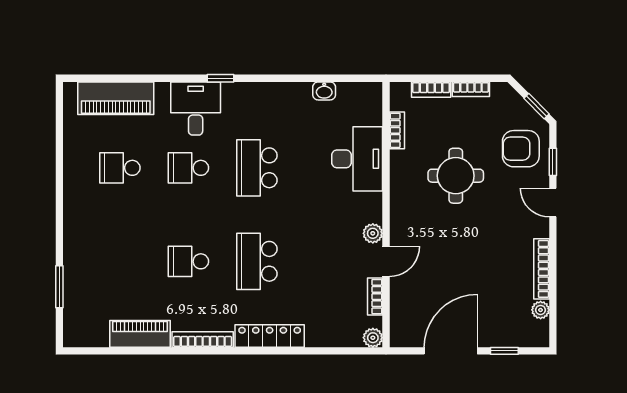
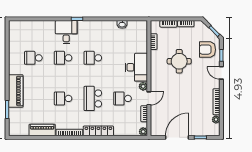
piano: (116, 98) -> (16, 91), moved, turned -90
desk: (357, 159) -> (136, 67), moved
school desk: (257, 168) -> (93, 58), width x0.54
school desk: (325, 261) -> (123, 98), added

